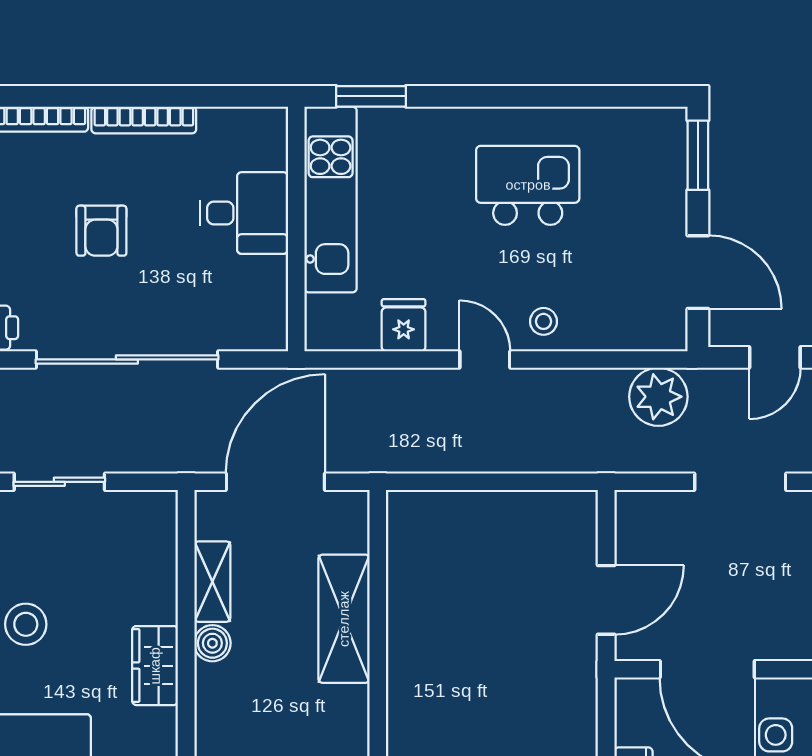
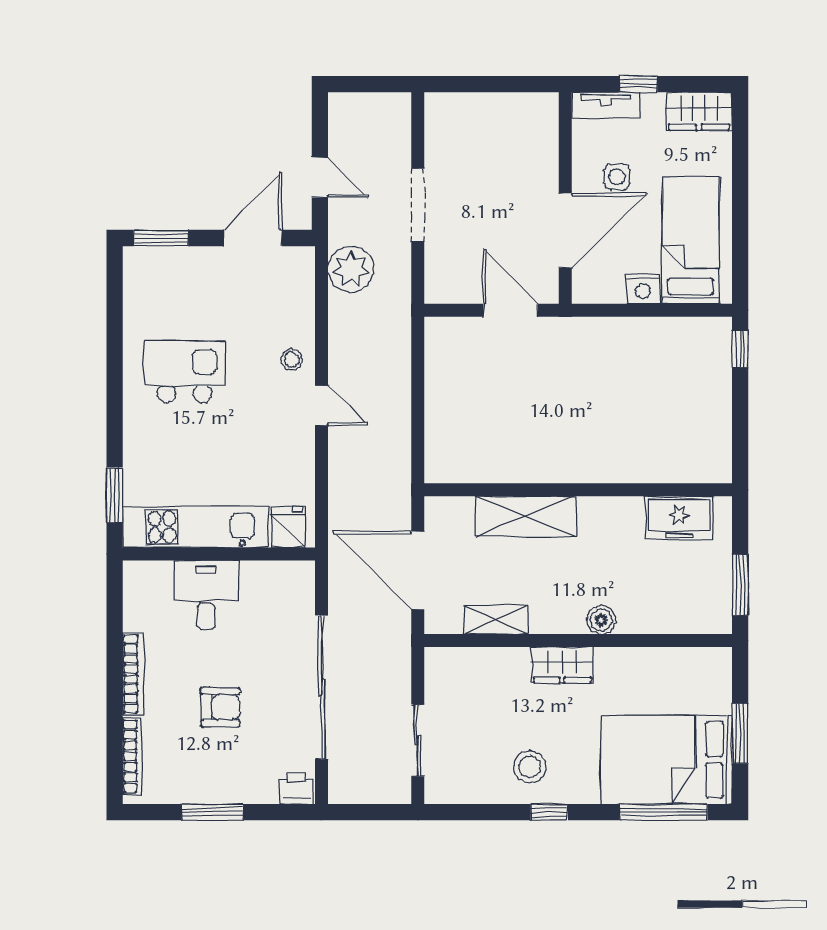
kitchen island: (528, 185) -> (185, 372), turned 90
fridge: (404, 325) -> (289, 527), moved, turned 90
door: (485, 359) -> (321, 406), swing flipped
boiler: (212, 643) -> (601, 620), moved

